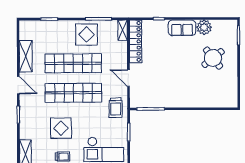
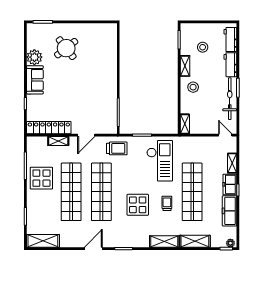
shelving: (123, 30) -> (58, 141), moved
shelving: (26, 56) -> (43, 241), moved

